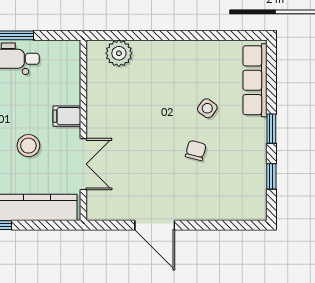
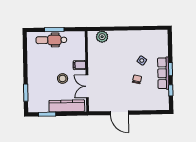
row of seats: (255, 80) -> (163, 73), moved
double door: (83, 164) -> (87, 86), swing flipped

